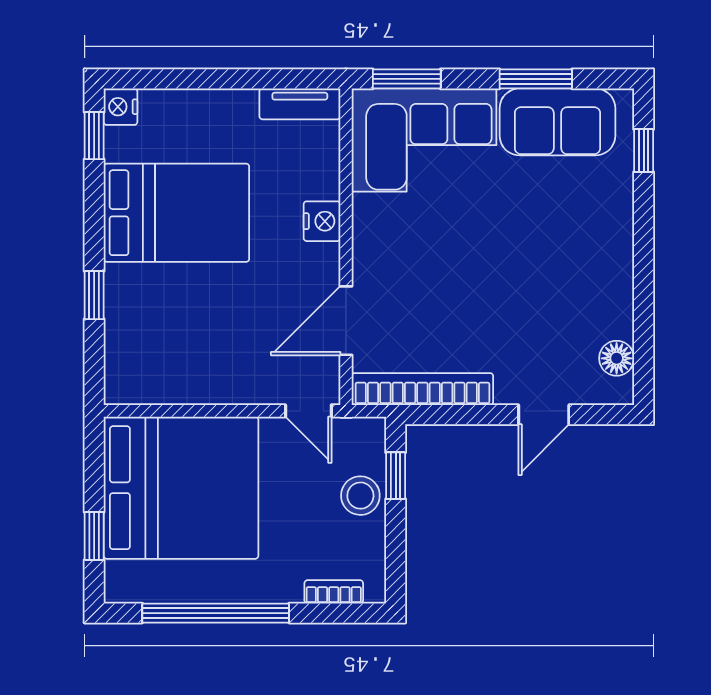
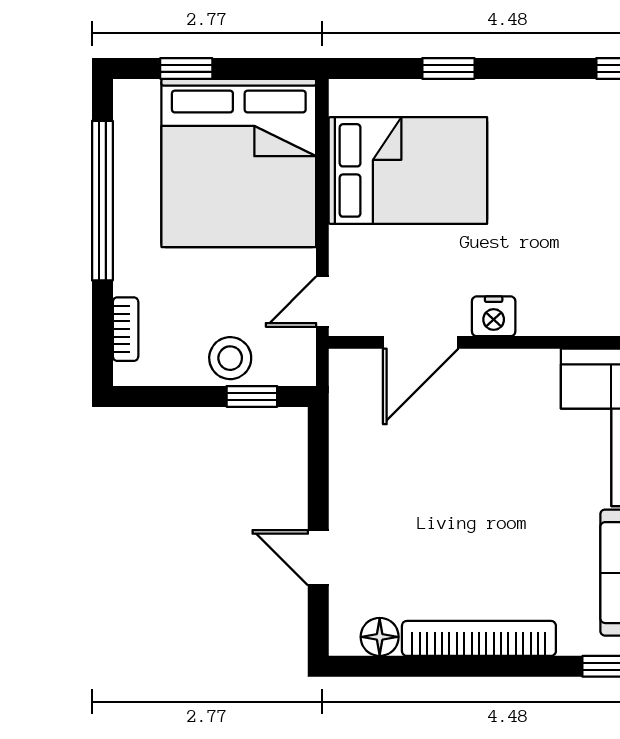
bed: (176, 213) -> (408, 170), moved, turned -90
nightstand: (322, 221) -> (494, 316), moved
door: (346, 321) -> (421, 342), swing flipped
bookcase: (422, 389) -> (479, 638), moved, turned -90

